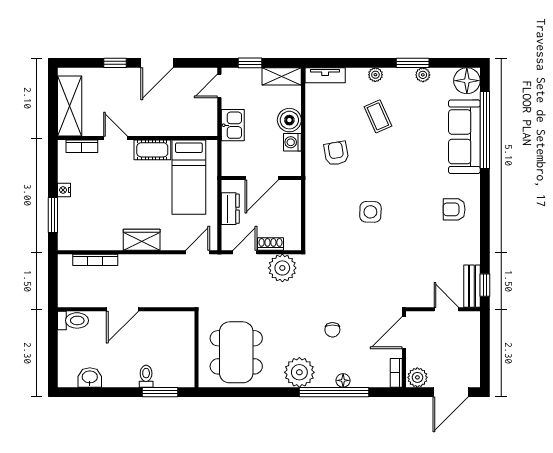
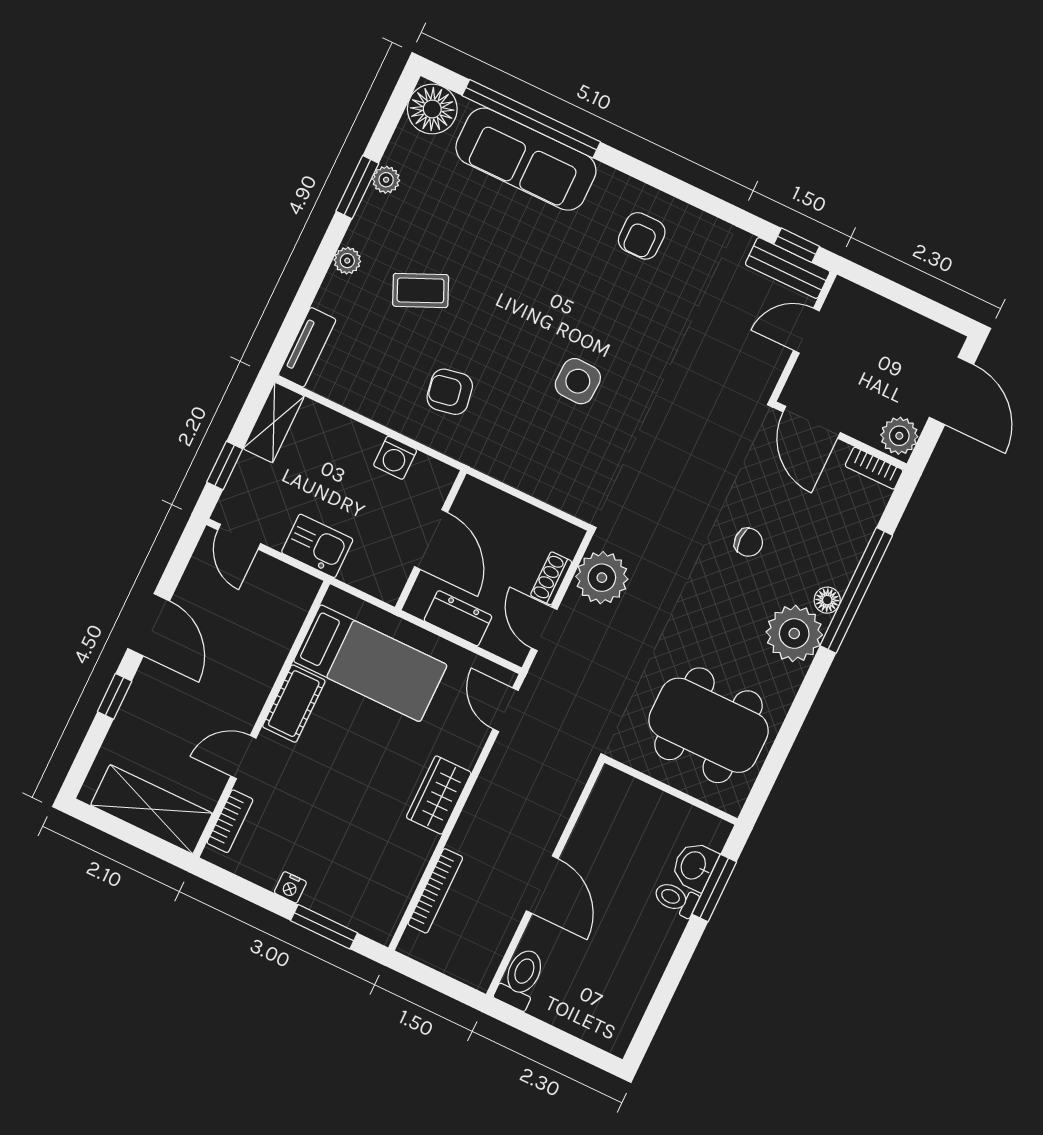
boiler: (289, 120) -> (355, 445), removed
washbasin: (90, 377) -> (694, 866), moved
floor lamp: (343, 380) -> (827, 600), moved

